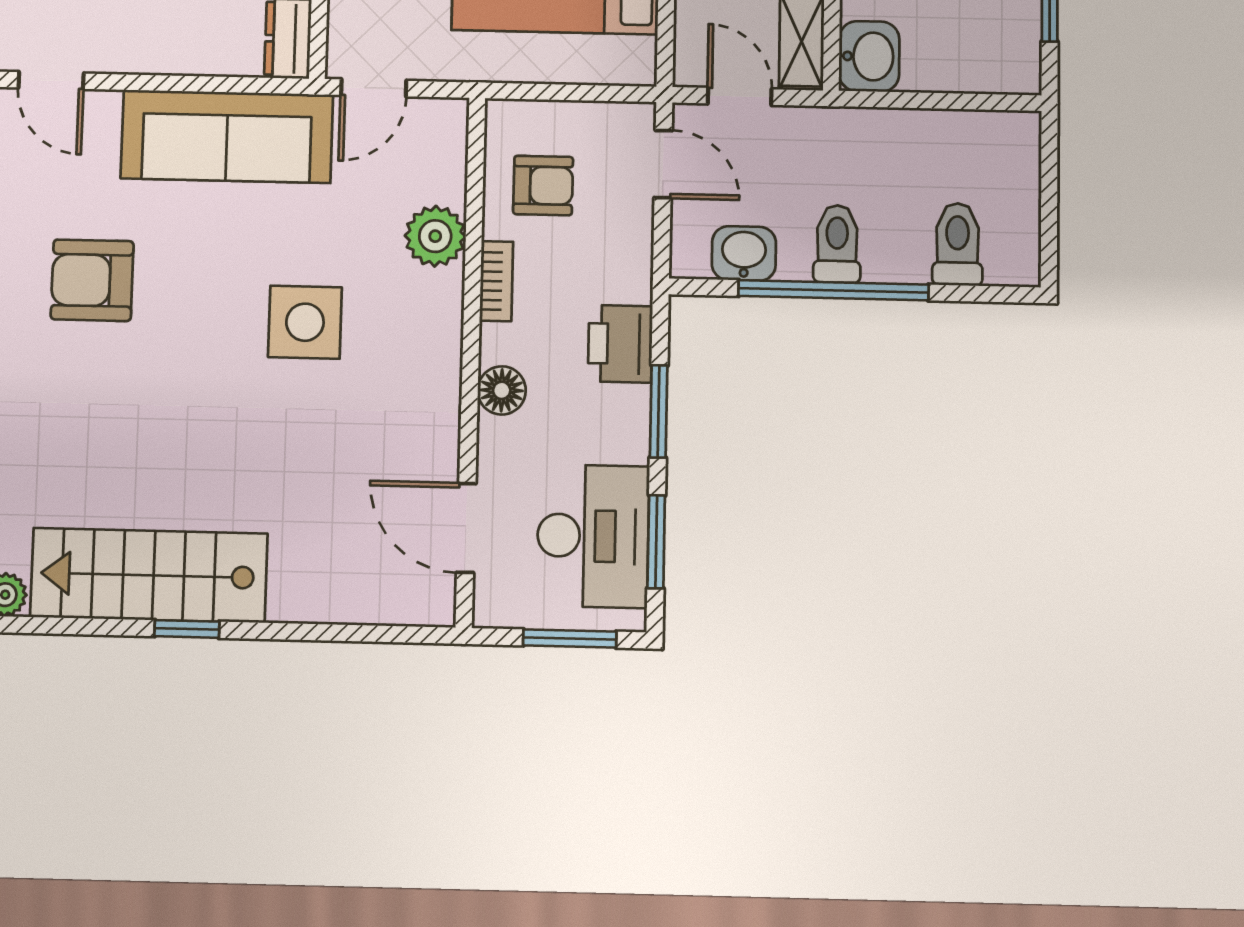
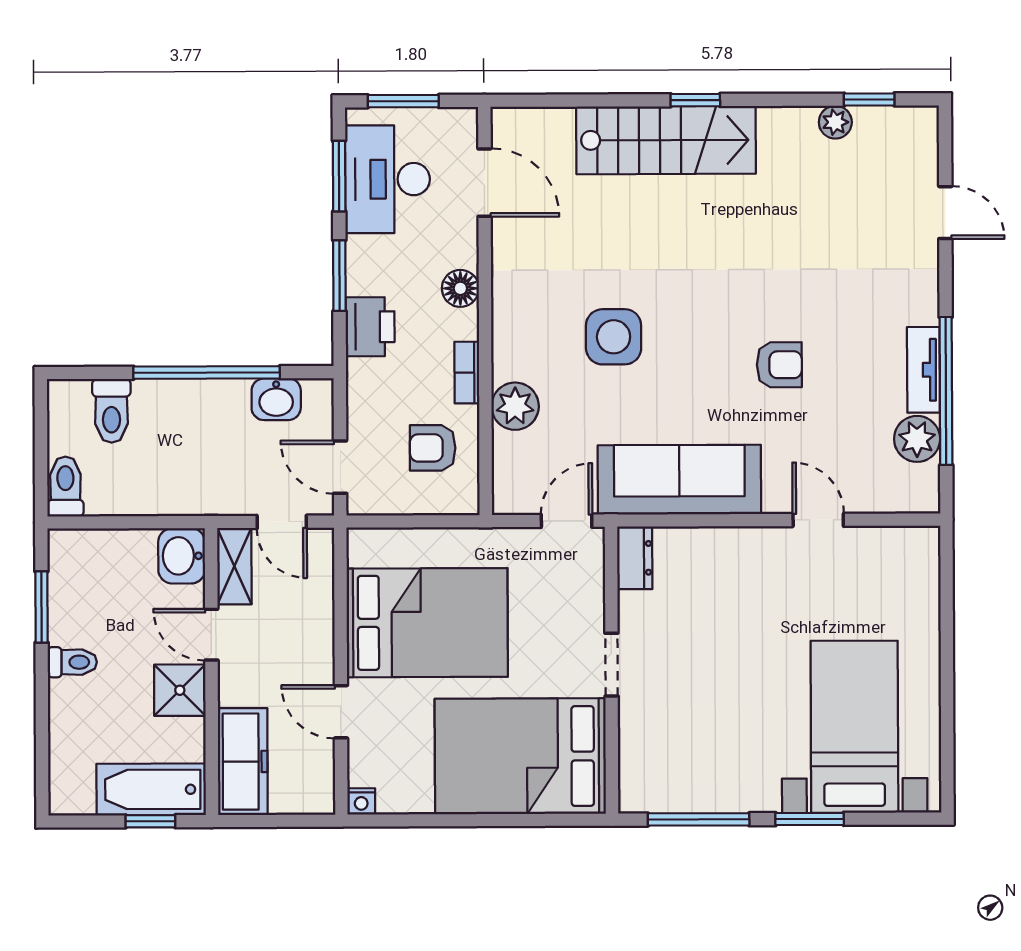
toilet: (837, 244) -> (65, 487), moved, turned 180
armchair: (92, 280) -> (779, 365), width x0.72, depth x0.72
stairs: (149, 575) -> (666, 140), moved

